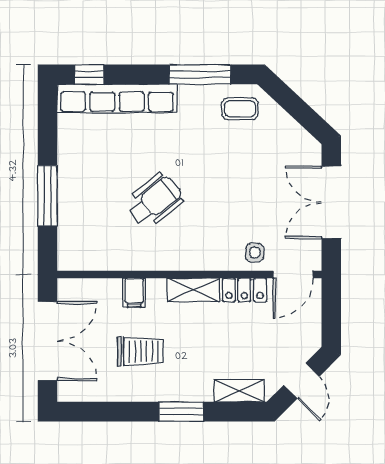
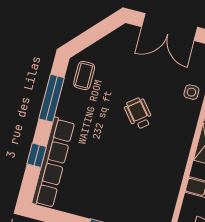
window: (89, 74) -> (37, 155), moved
wheelchair: (155, 201) -> (138, 113), moved, width x0.73, depth x0.73

